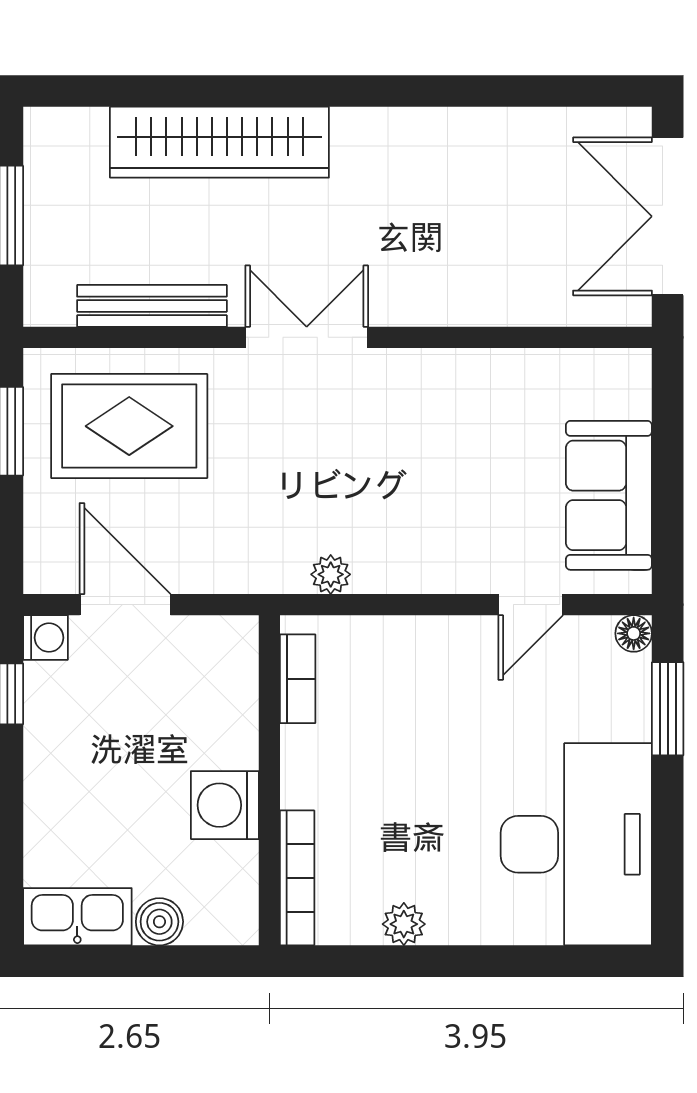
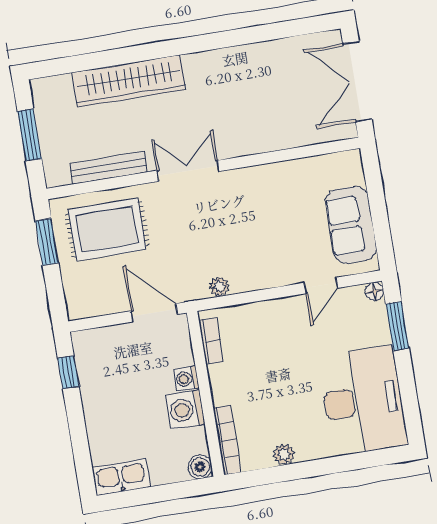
door: (125, 605) -> (154, 313), moved
washing machine: (45, 638) -> (186, 379), moved, turned 180
boiler: (159, 922) -> (200, 467), moved

